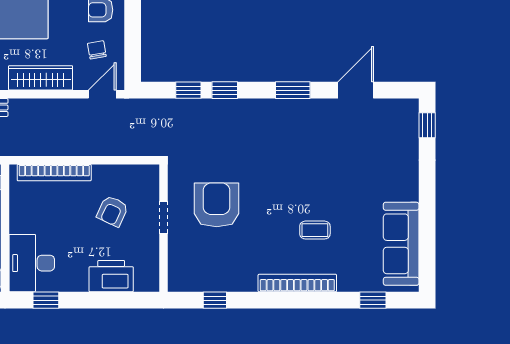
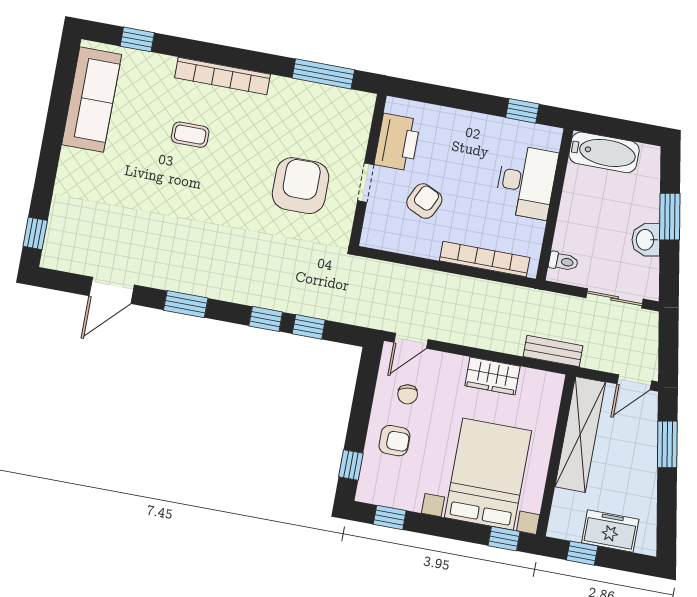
wardrobe: (41, 78) -> (492, 376), width x0.67
armchair: (217, 205) -> (301, 186), turned 180
desk: (32, 263) -> (526, 182), moved
printer: (111, 276) -> (397, 142), moved, turned -90
window: (215, 300) -> (323, 74), width x2.17

